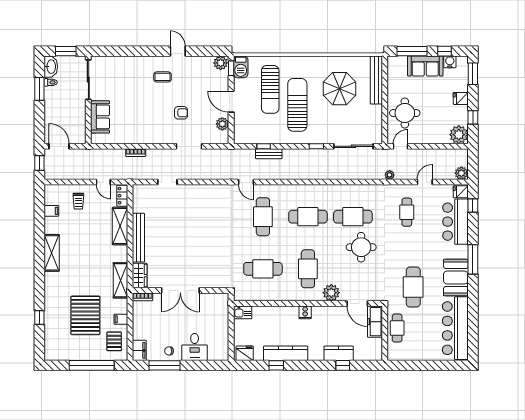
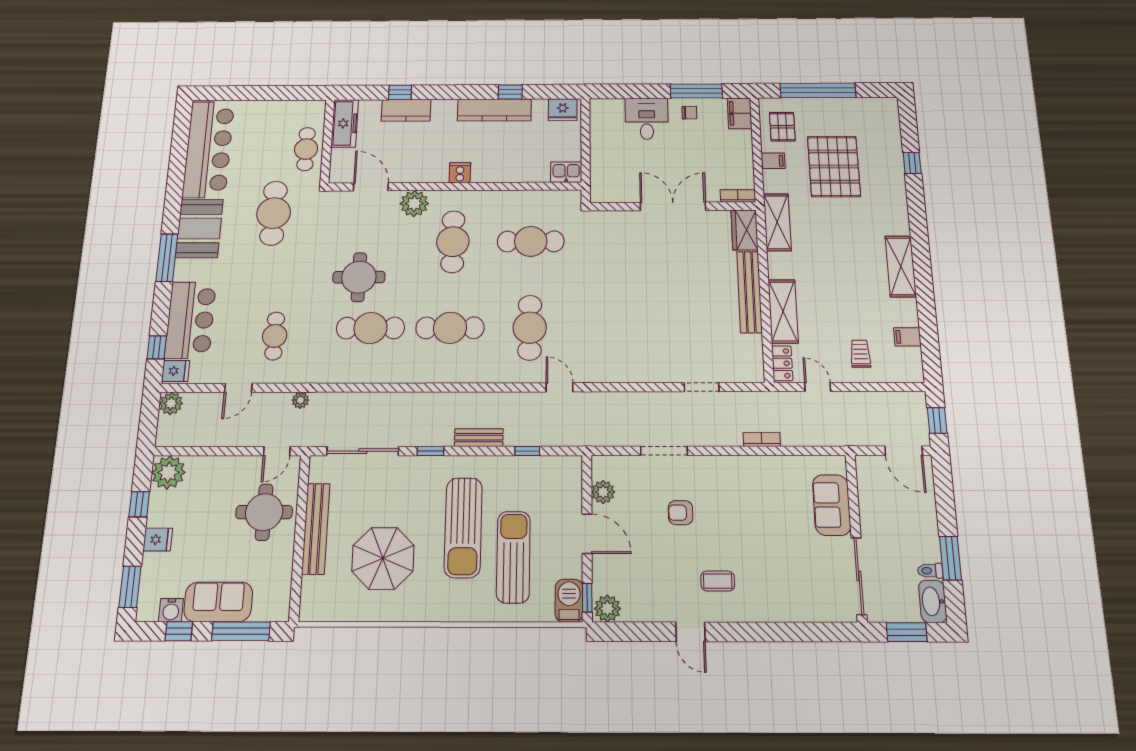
bench: (376, 80) -> (316, 528), moved
bench: (269, 154) -> (479, 438), moved
freezer: (375, 322) -> (345, 123), moved

